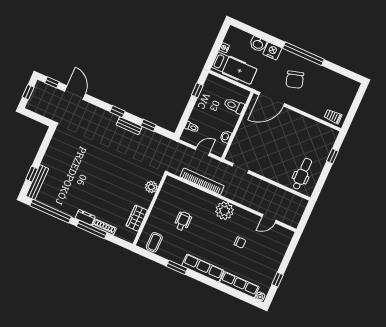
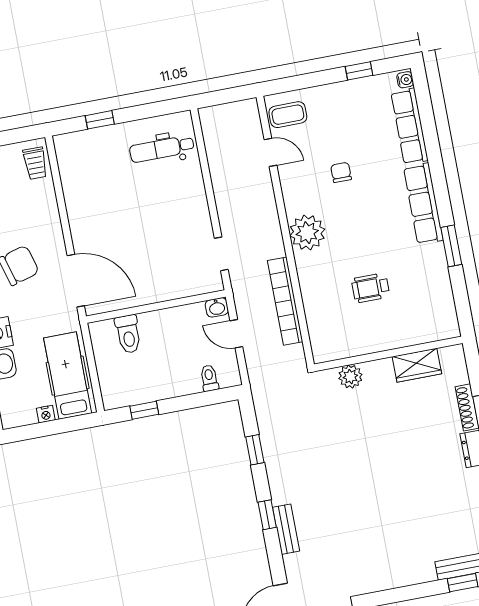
bench: (129, 126) -> (286, 529), moved
washbasin: (226, 137) -> (217, 307), moved
coffee table: (154, 242) -> (288, 115), moved

